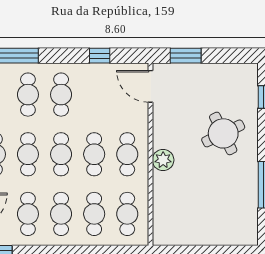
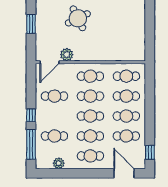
window: (100, 56) -> (31, 115), moved
window: (186, 56) -> (31, 24), moved
cafe table: (61, 95) -> (54, 96), moved
plant: (163, 160) -> (67, 55), moved

